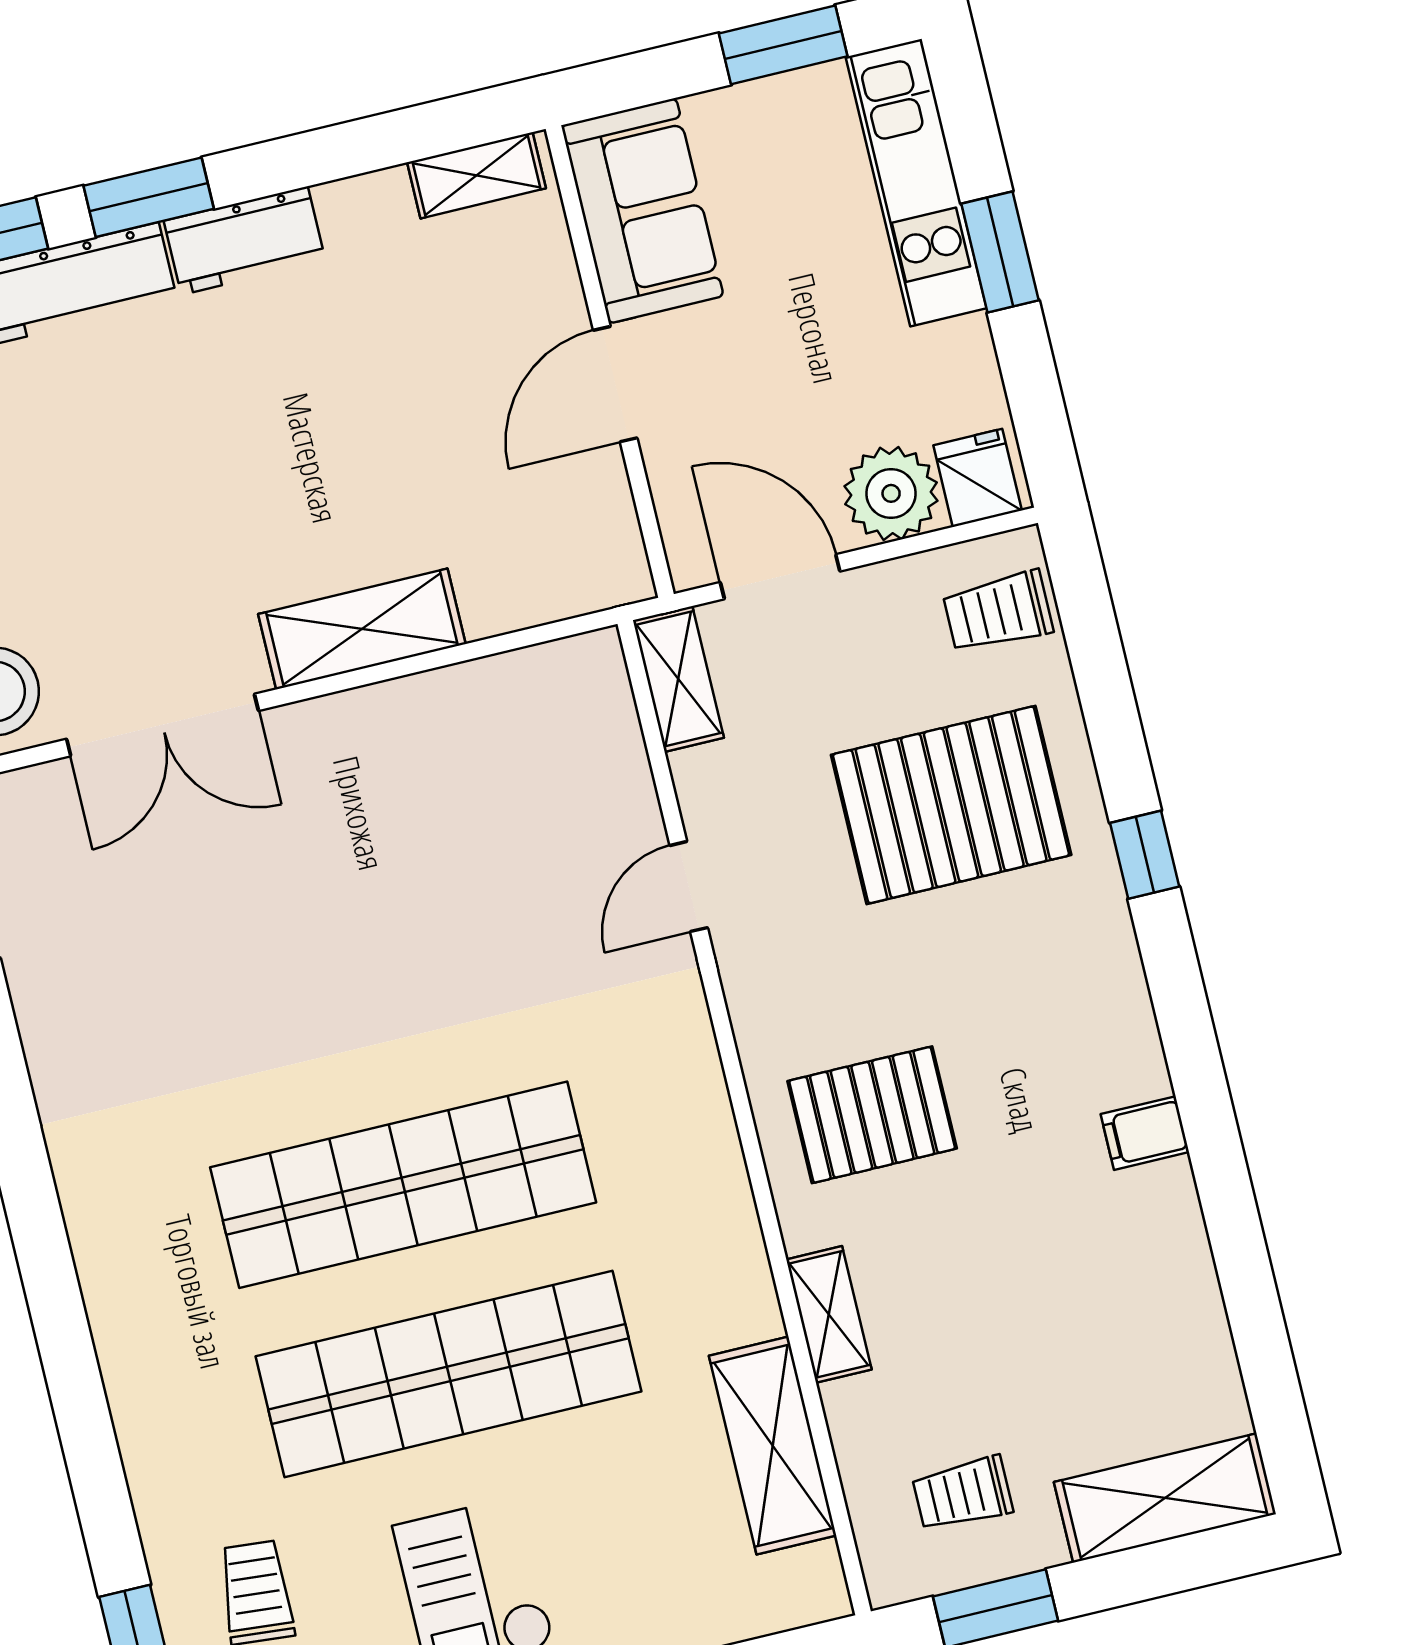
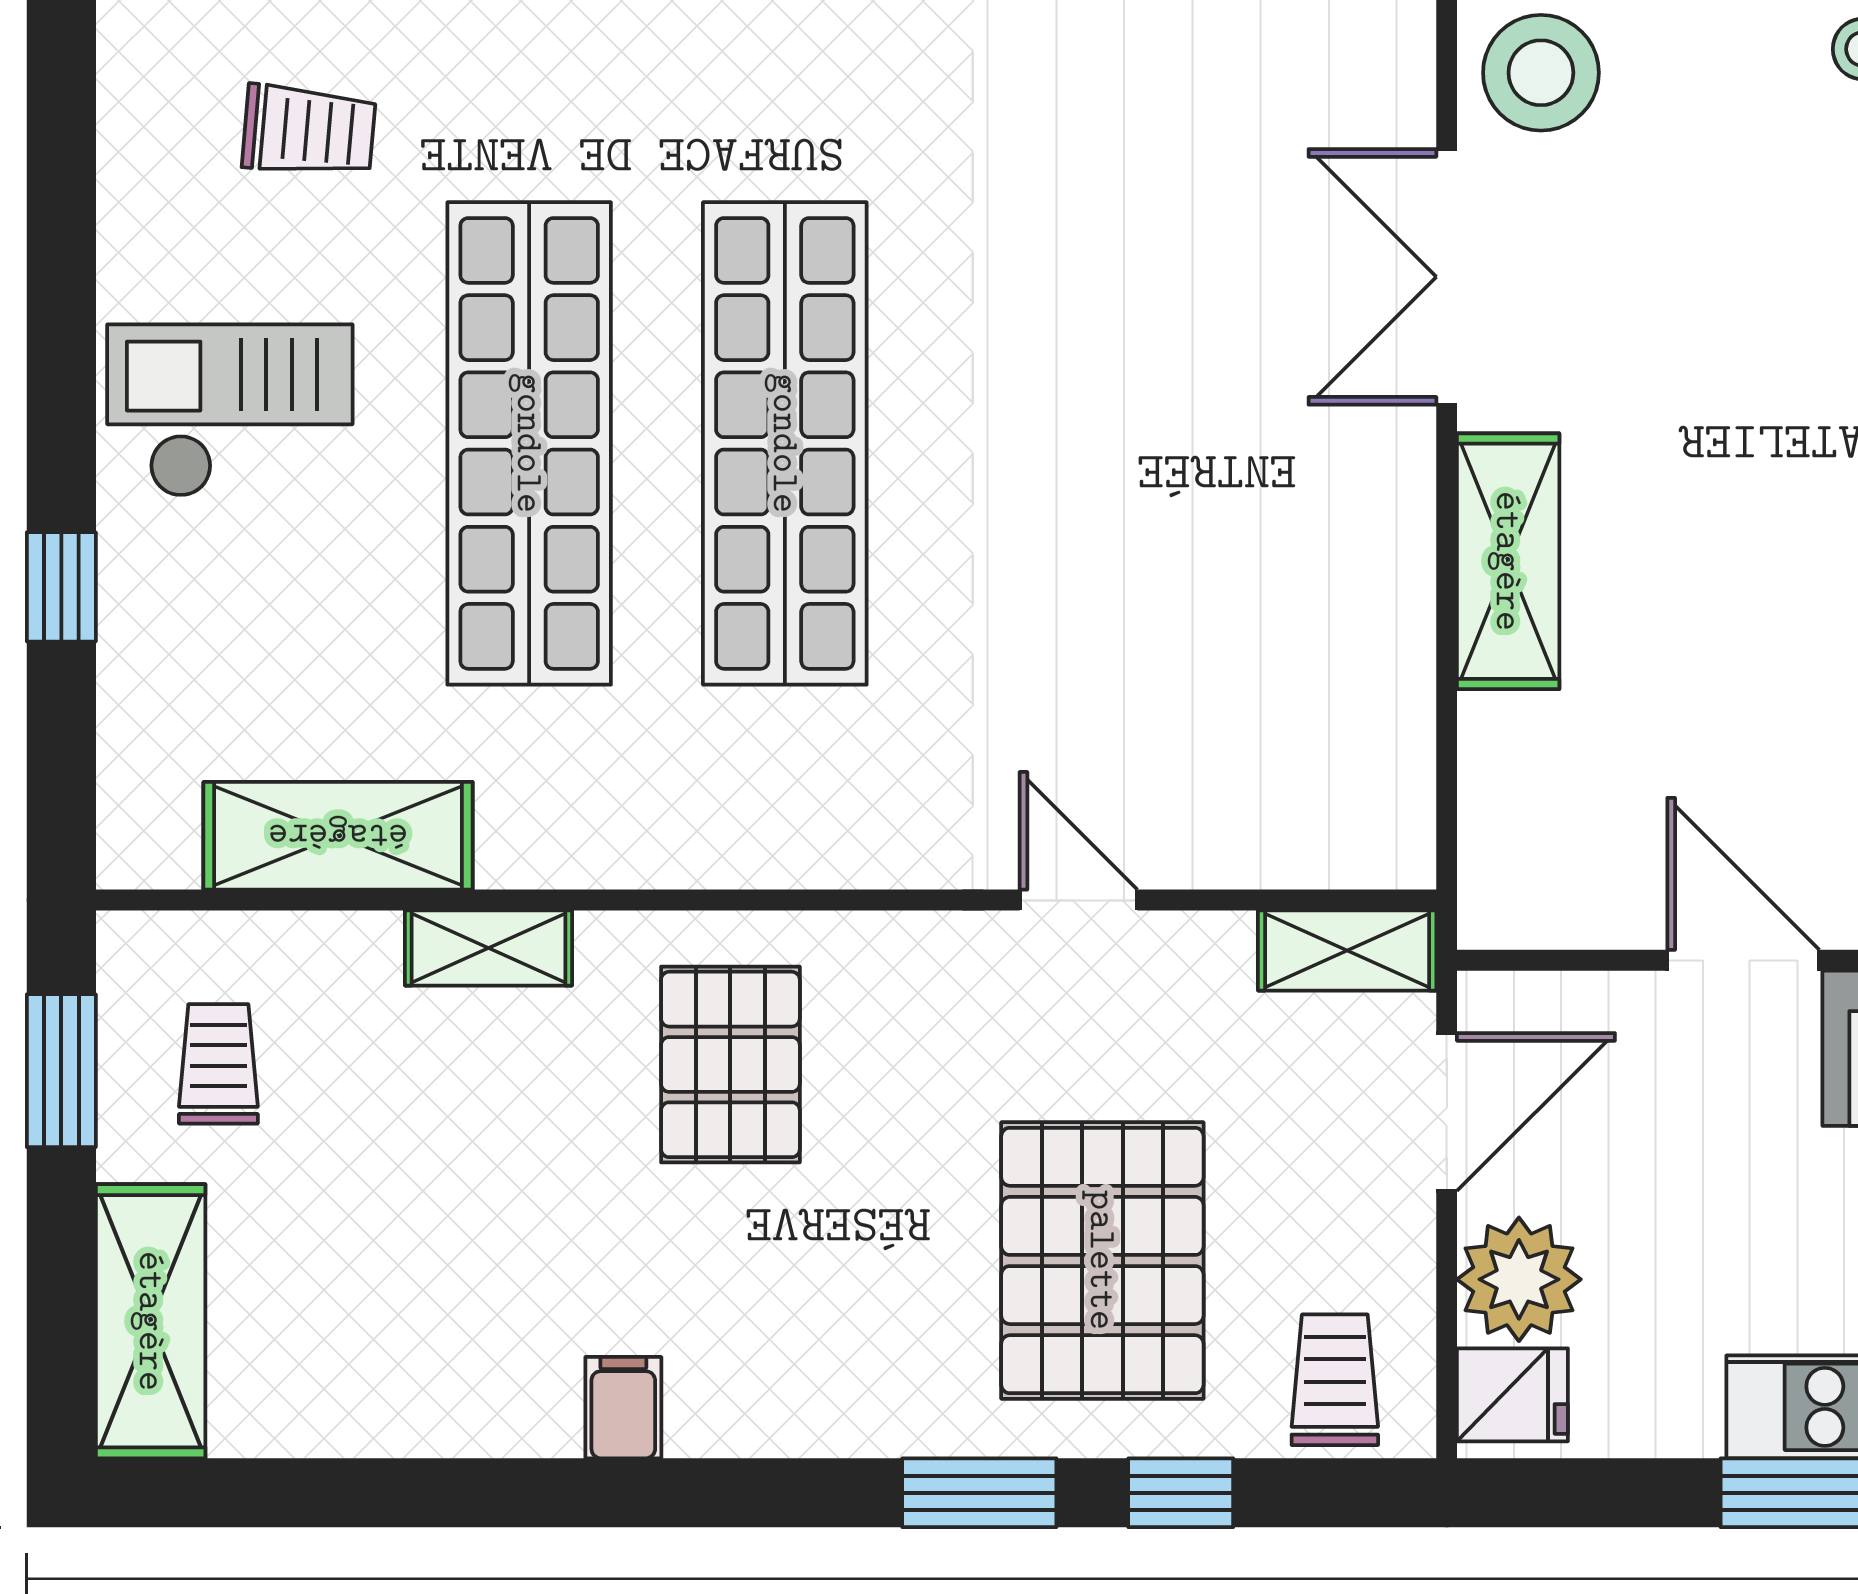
window: (1109, 706) -> (1181, 1493), added
window: (1145, 855) -> (979, 1493), width x1.50

